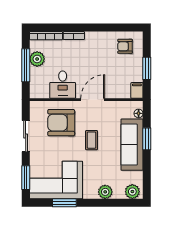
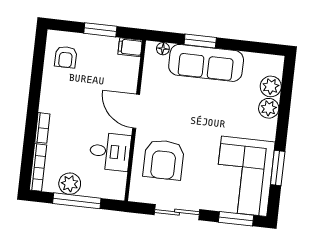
coffee table: (92, 140) -> (193, 119), removed
plant: (132, 192) -> (271, 86), moved

